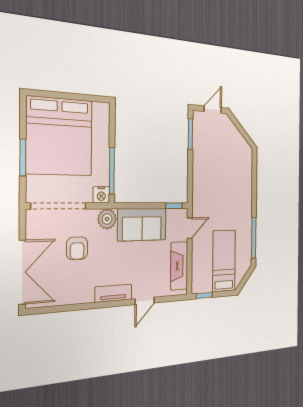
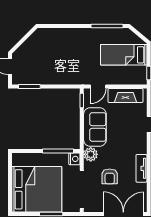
door: (190, 228) -> (98, 87), swing flipped
armchair: (77, 248) -> (110, 176), turned 90
tv unit: (113, 293) -> (141, 168), moved

